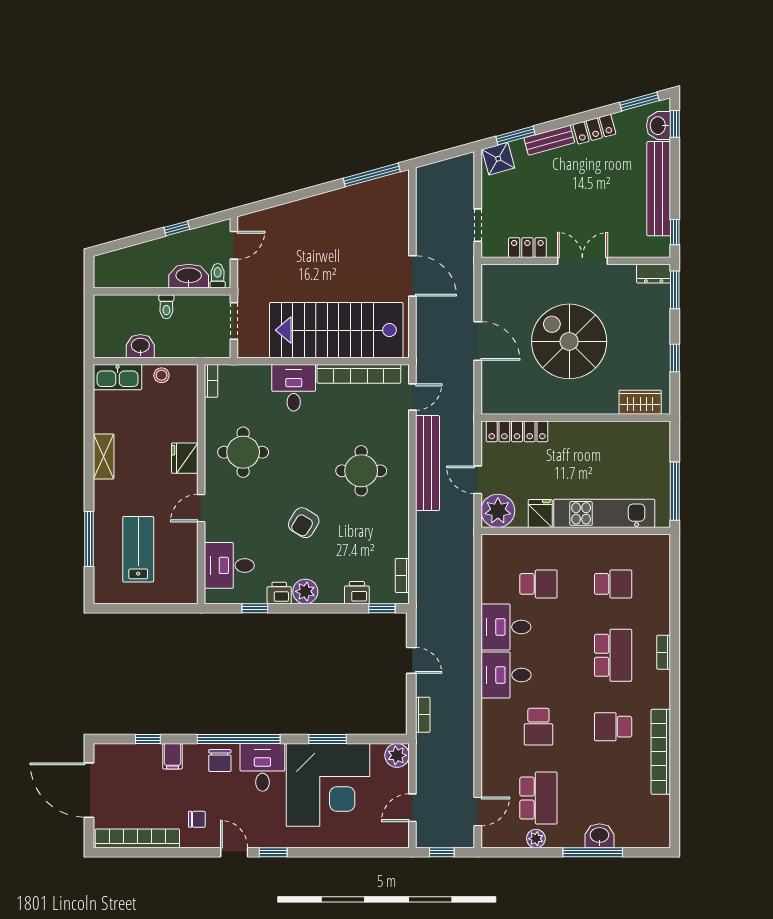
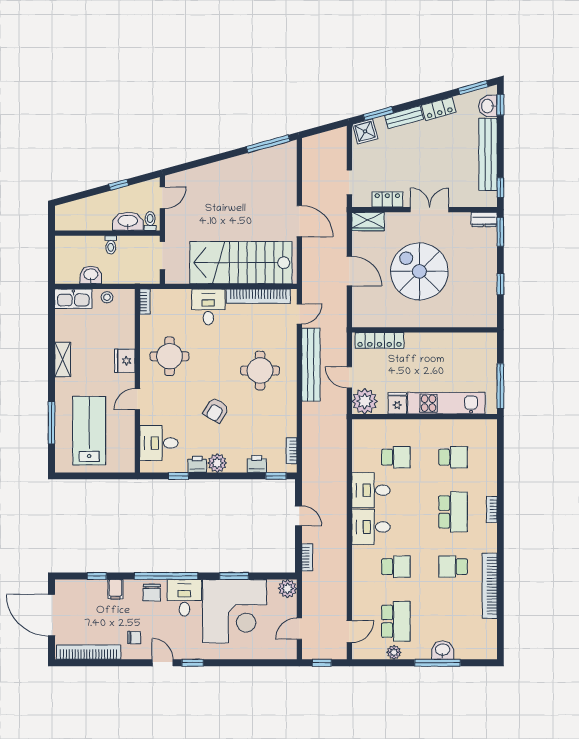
wardrobe: (640, 402) -> (368, 222), moved, turned 180
lab bench: (138, 549) -> (89, 431), width x1.36, depth x1.39
school desk: (538, 727) -> (396, 567), turned -90

